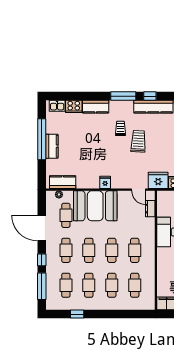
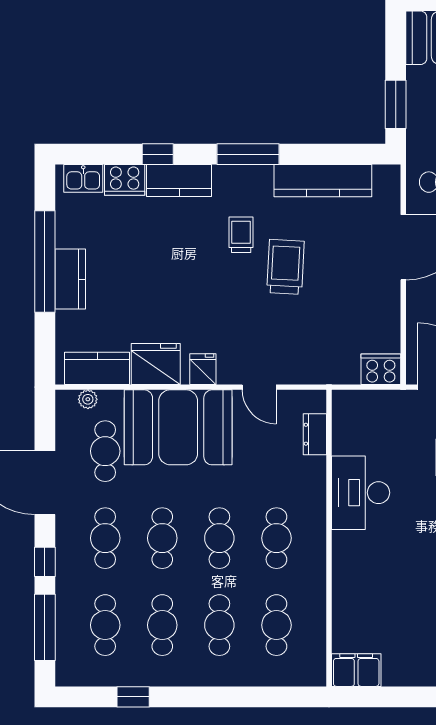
window: (150, 96) -> (158, 154), moved
fridge: (158, 180) -> (156, 364), moved
door: (138, 190) -> (259, 387), moved

